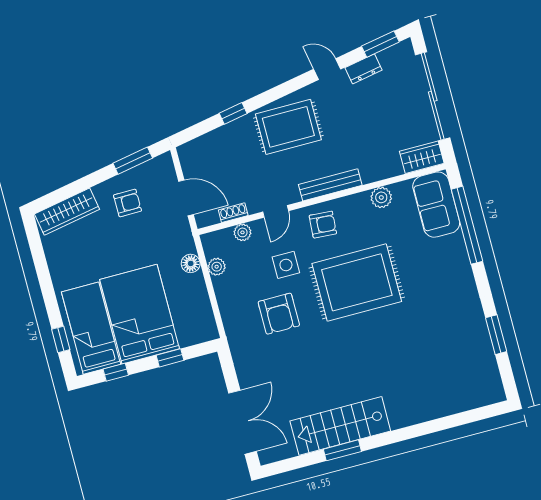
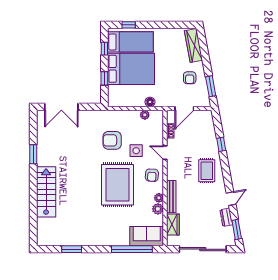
rug: (288, 127) -> (207, 171), width x0.73, depth x0.70
wardrobe: (422, 157) -> (173, 225), moved
bench: (330, 185) -> (171, 197), moved
plant: (242, 232) -> (159, 198), moved
stairs: (340, 426) -> (46, 192), moved

